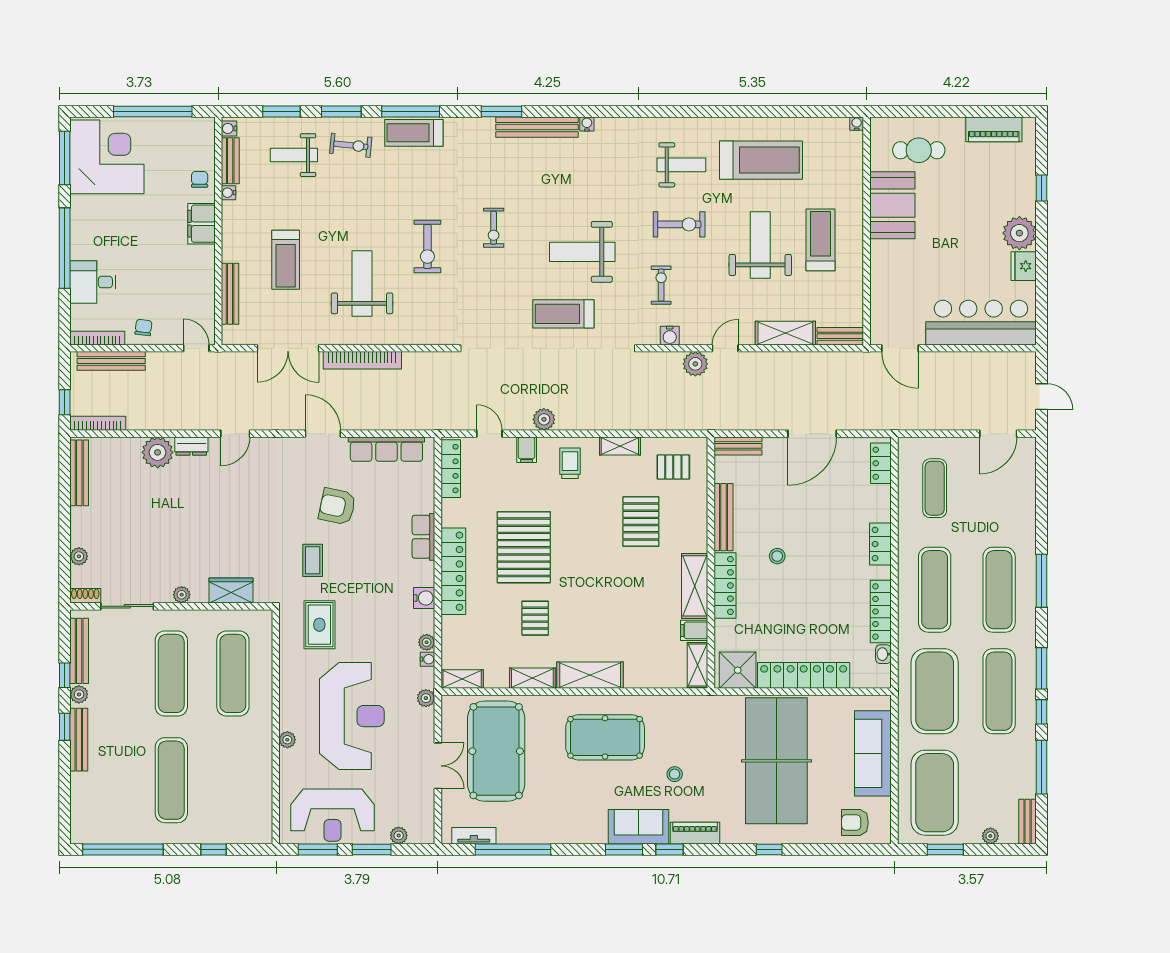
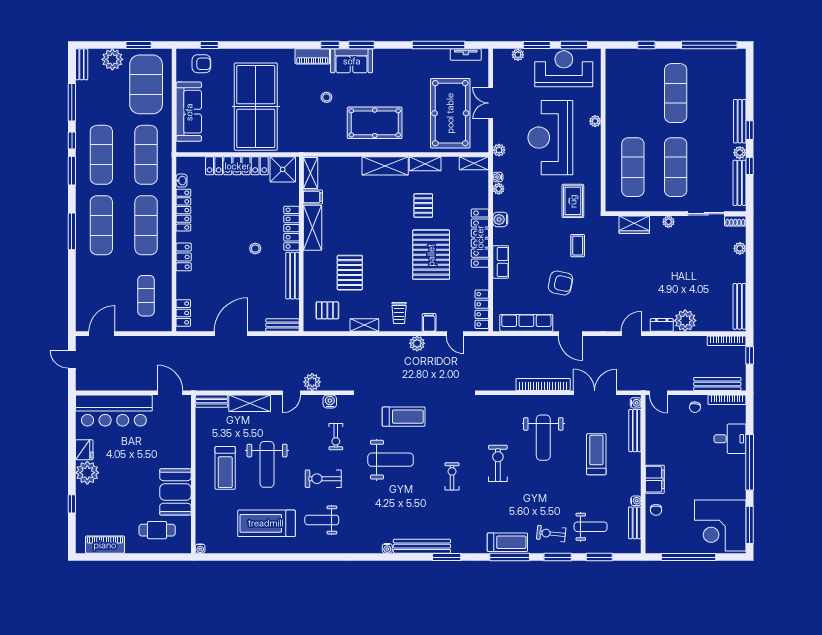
water cooler: (229, 128) -> (636, 403), moved
exercise mat: (935, 691) -> (146, 155), width x0.68
plant: (990, 836) -> (112, 59), width x1.88, depth x1.88
window: (769, 849) -> (209, 45), moved

